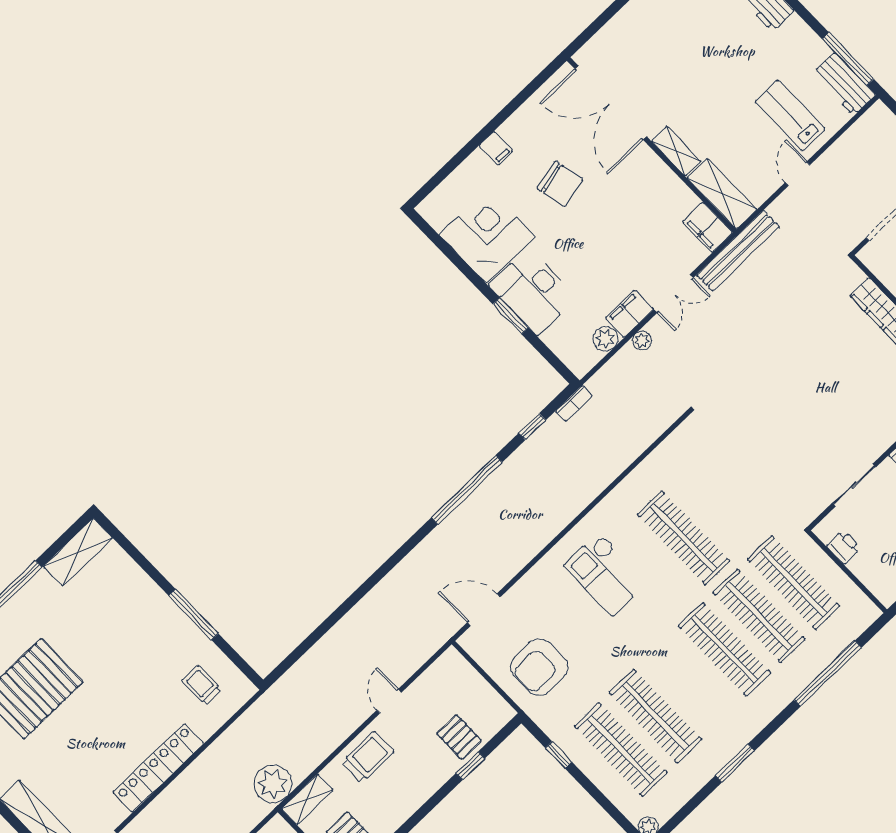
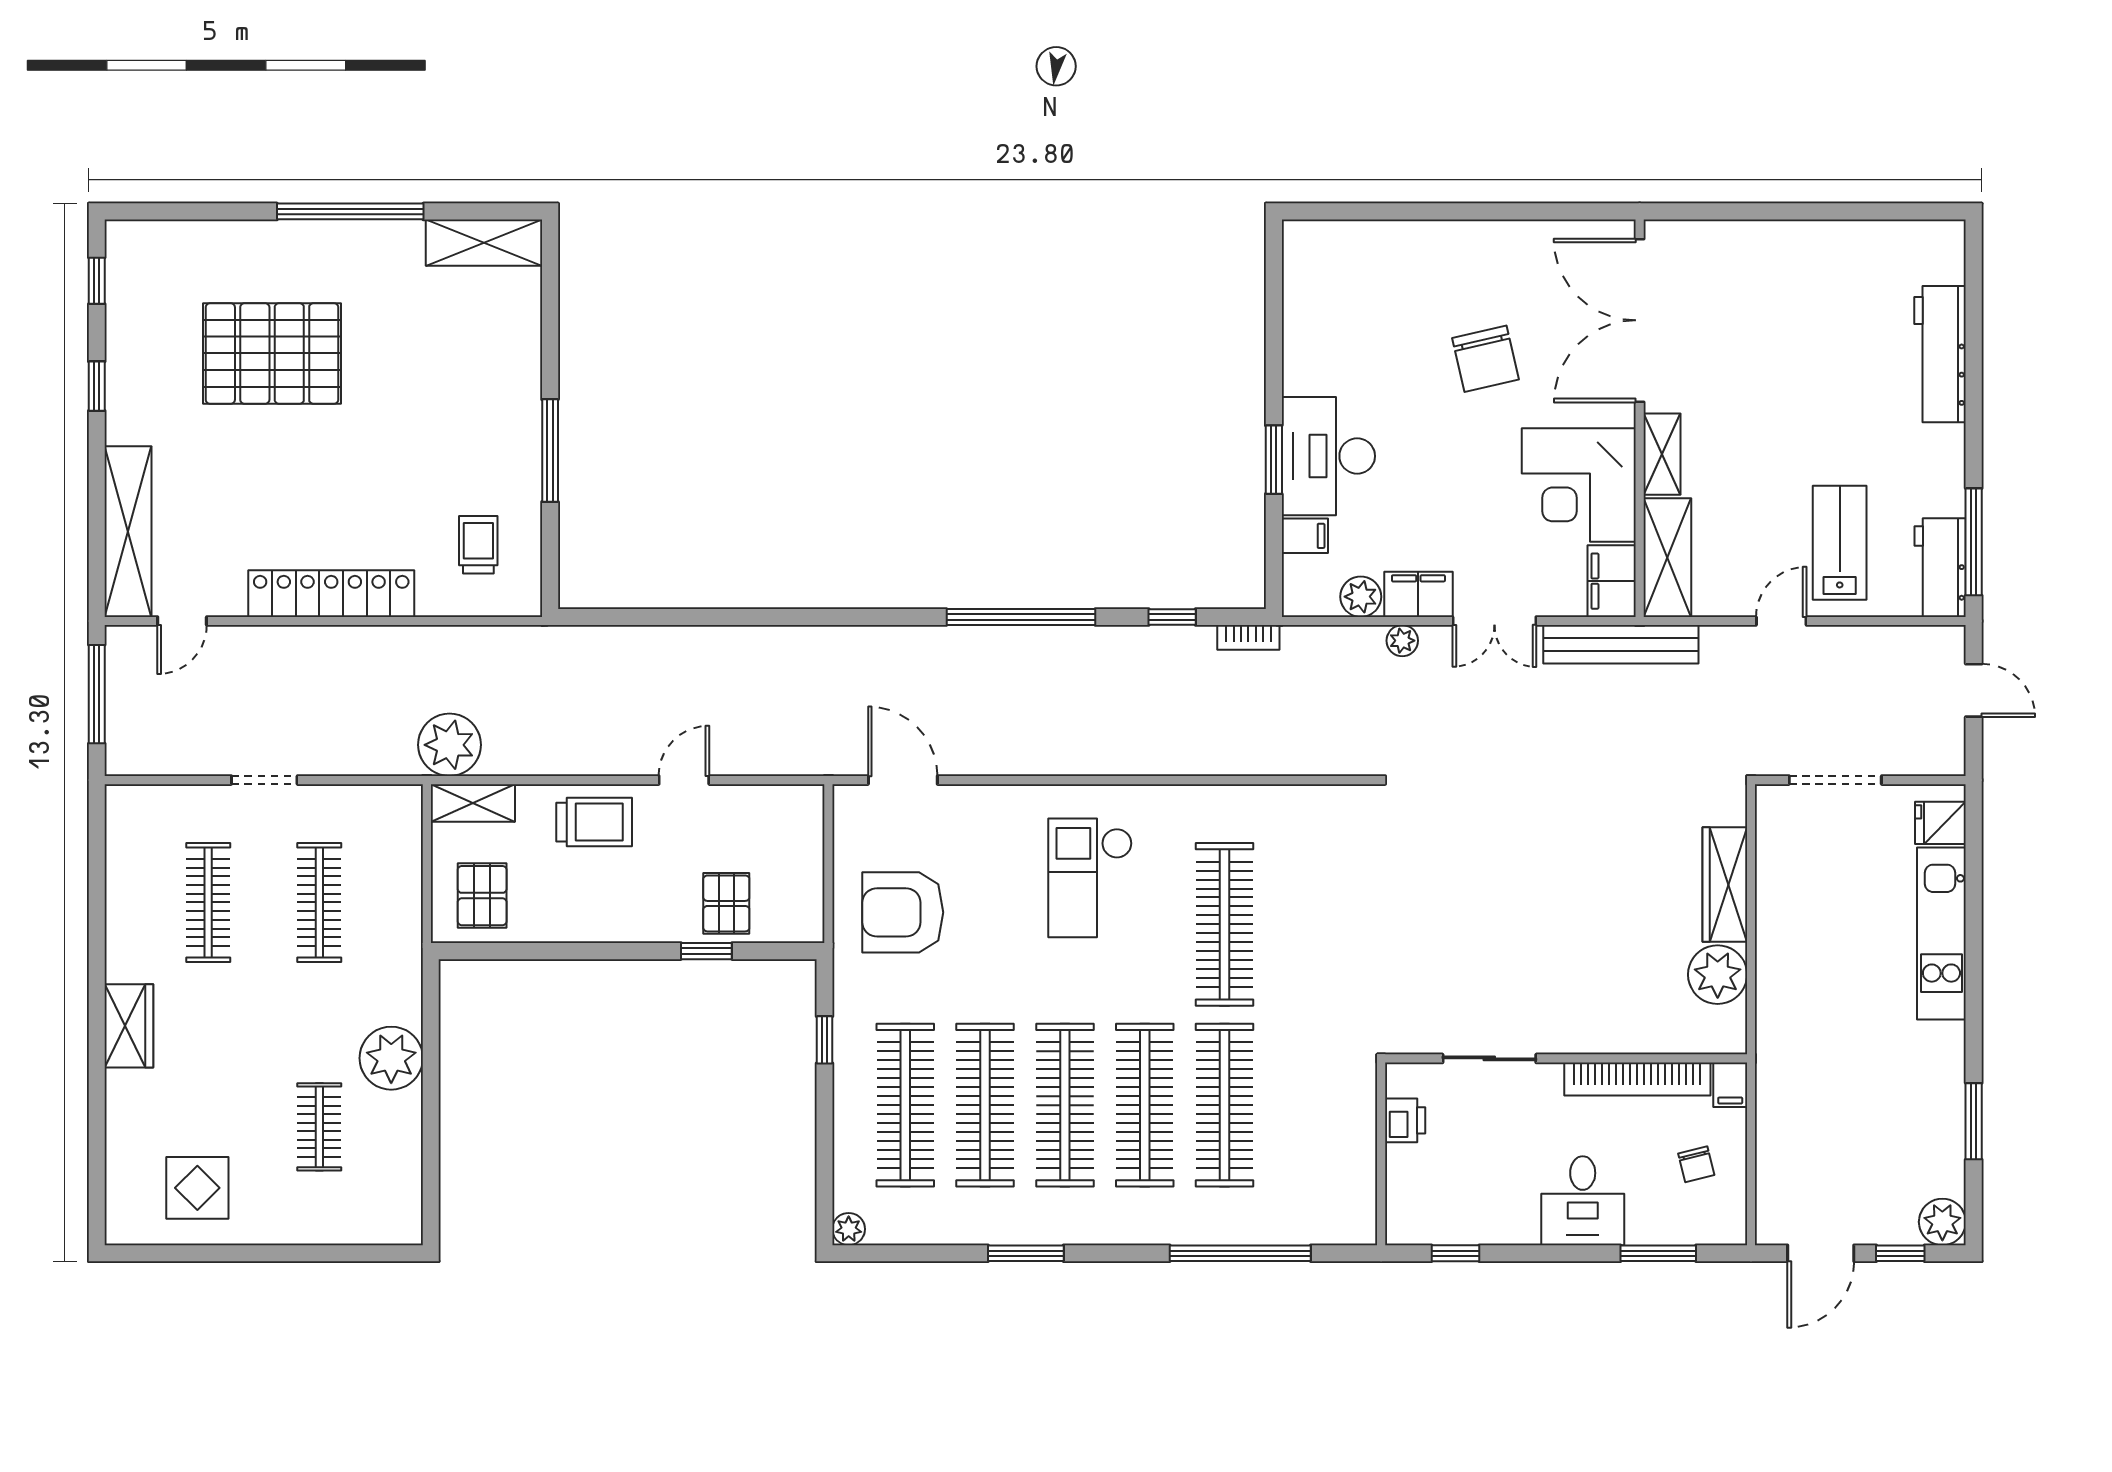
filing cabinet: (496, 148) -> (1305, 536), moved, turned -90
corner desk: (487, 236) -> (1579, 485), moved, turned 180
clothes rail: (794, 582) -> (1065, 1105), moved

